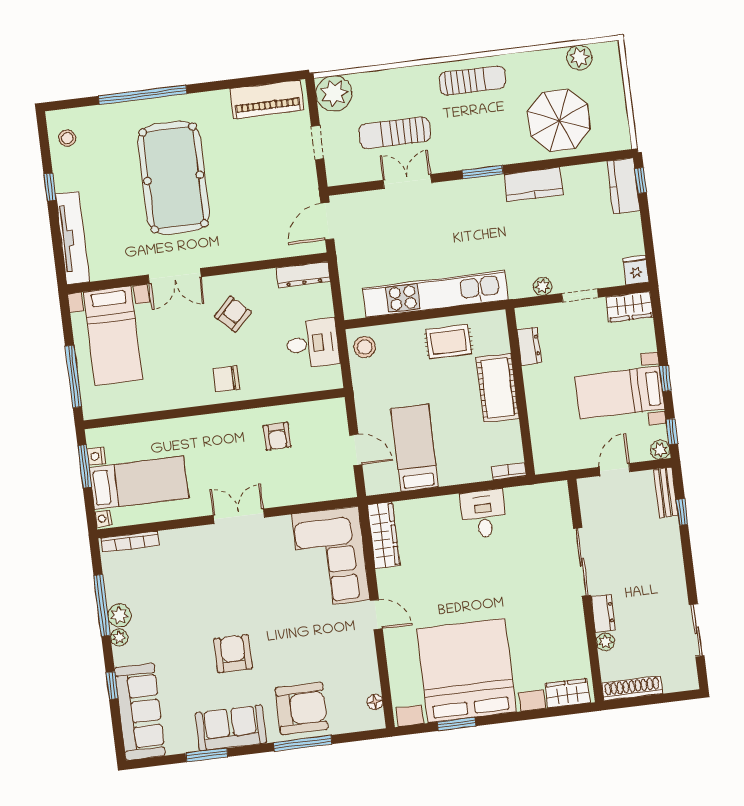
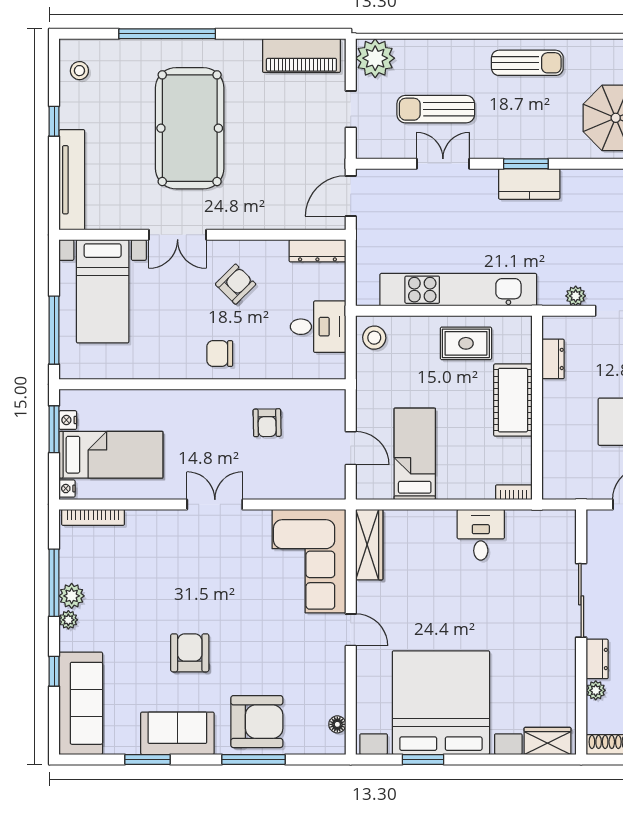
kitchen counter: (534, 184) -> (529, 184), moved

